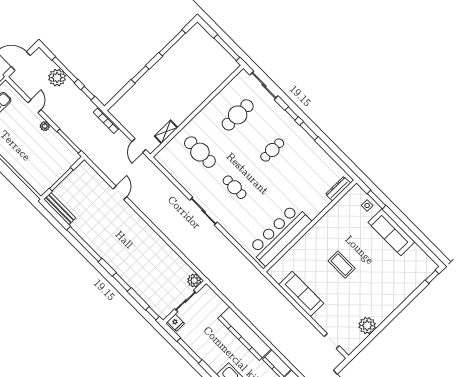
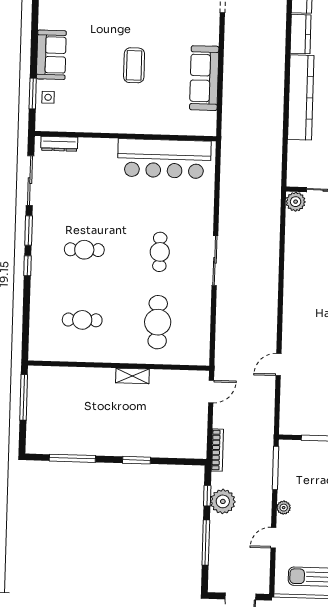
plant: (57, 78) -> (223, 501), moved
sliding door: (264, 85) -> (30, 181), moved
cafe table: (238, 115) -> (82, 320), width x0.73, depth x0.74
shelving: (166, 132) -> (132, 376), moved
sofa: (391, 232) -> (51, 55), width x0.73

